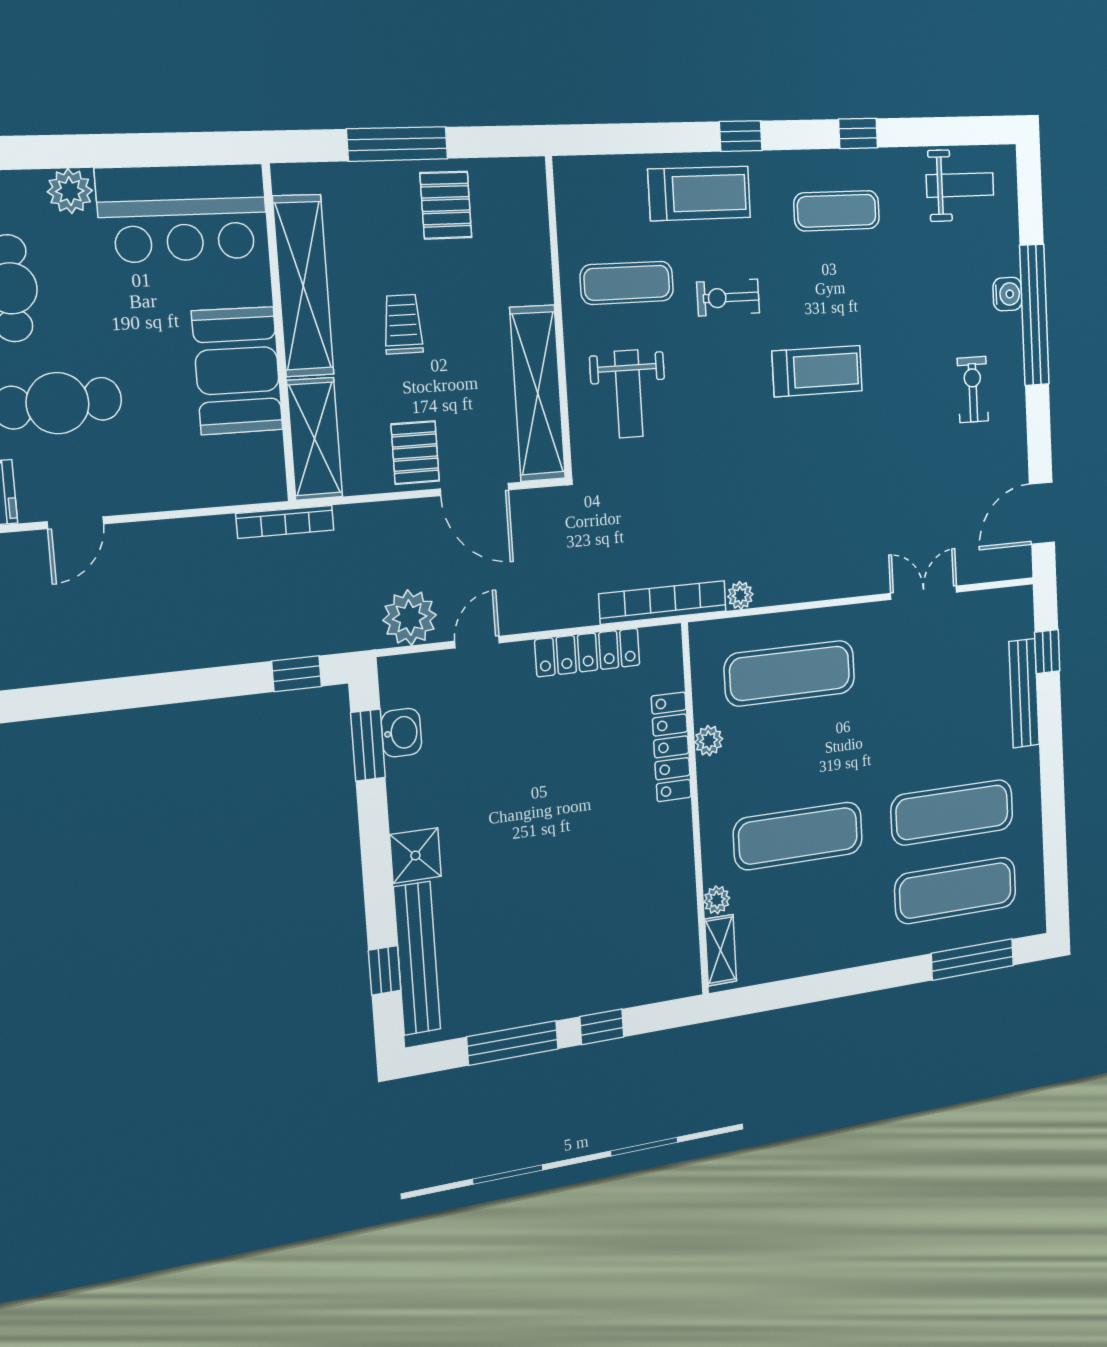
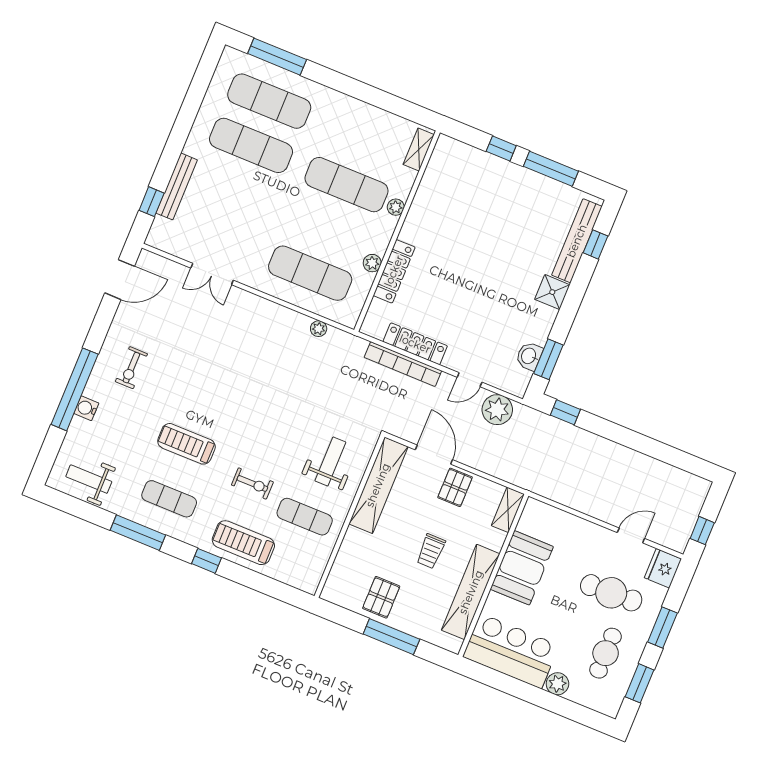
window: (858, 133) -> (138, 533), width x2.17
treadmill: (817, 371) -> (186, 444), moved
shelving: (315, 439) -> (508, 510), width x0.67, depth x0.75
bookcase: (285, 522) -> (535, 487), removed
bookcase: (663, 602) -> (403, 364), moved
plant: (717, 900) -> (396, 207), moved

